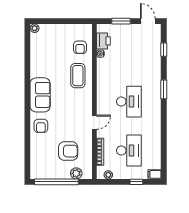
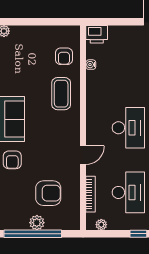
window: (121, 21) -> (118, 22), removed
printer: (103, 41) -> (97, 34), moved, turned 90
plant: (76, 173) -> (37, 223), moved

